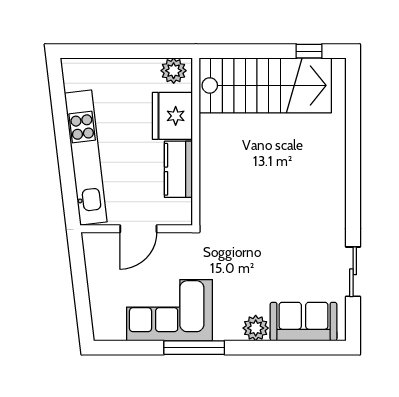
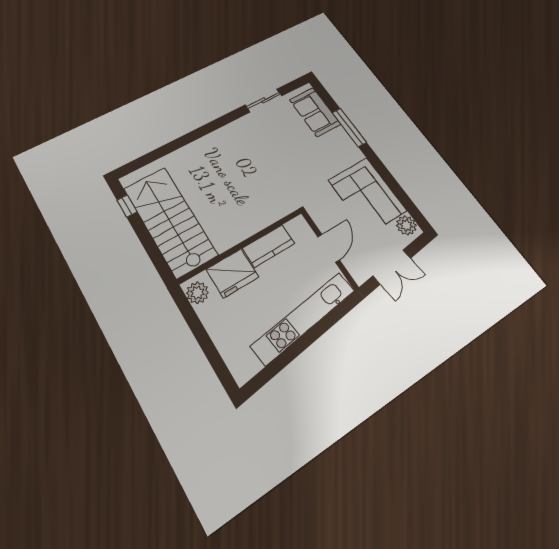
door: (138, 229) -> (329, 248), hinge flipped
double door: (80, 280) -> (392, 267), added
plant: (256, 328) -> (406, 225), moved
window: (194, 348) -> (349, 127), moved

